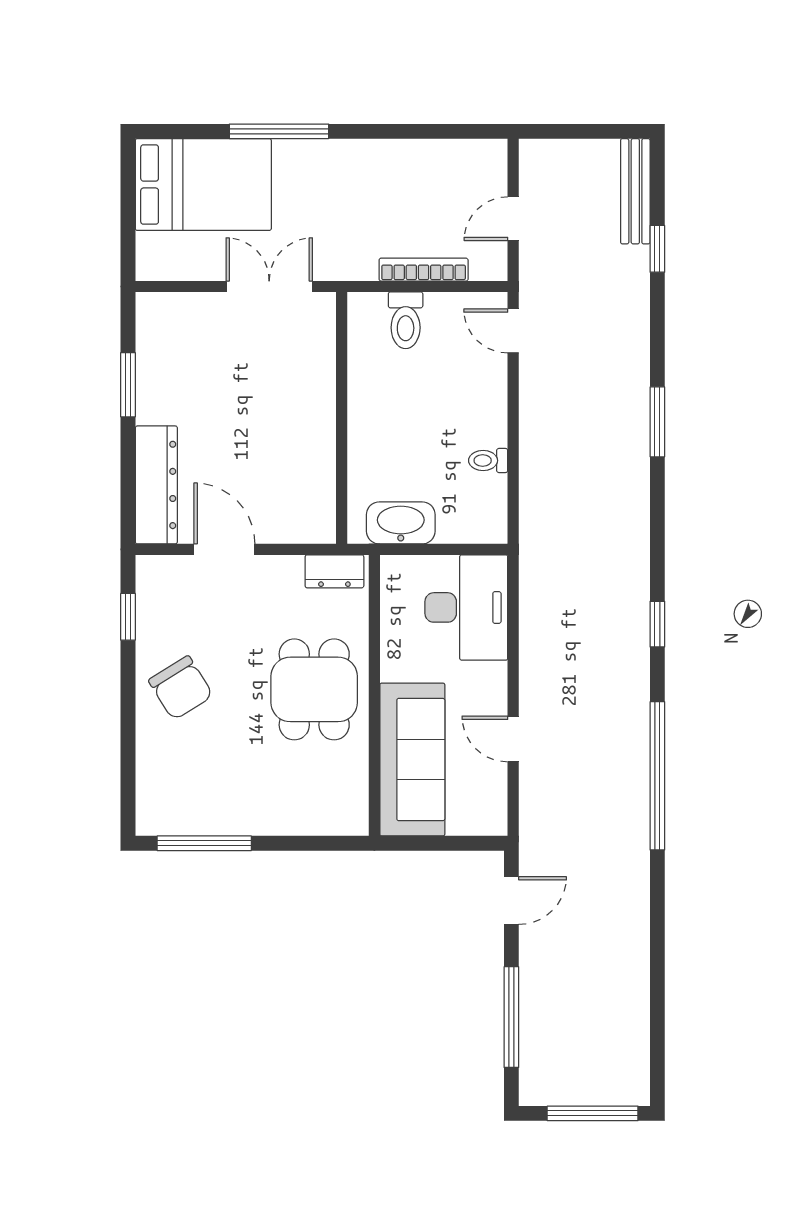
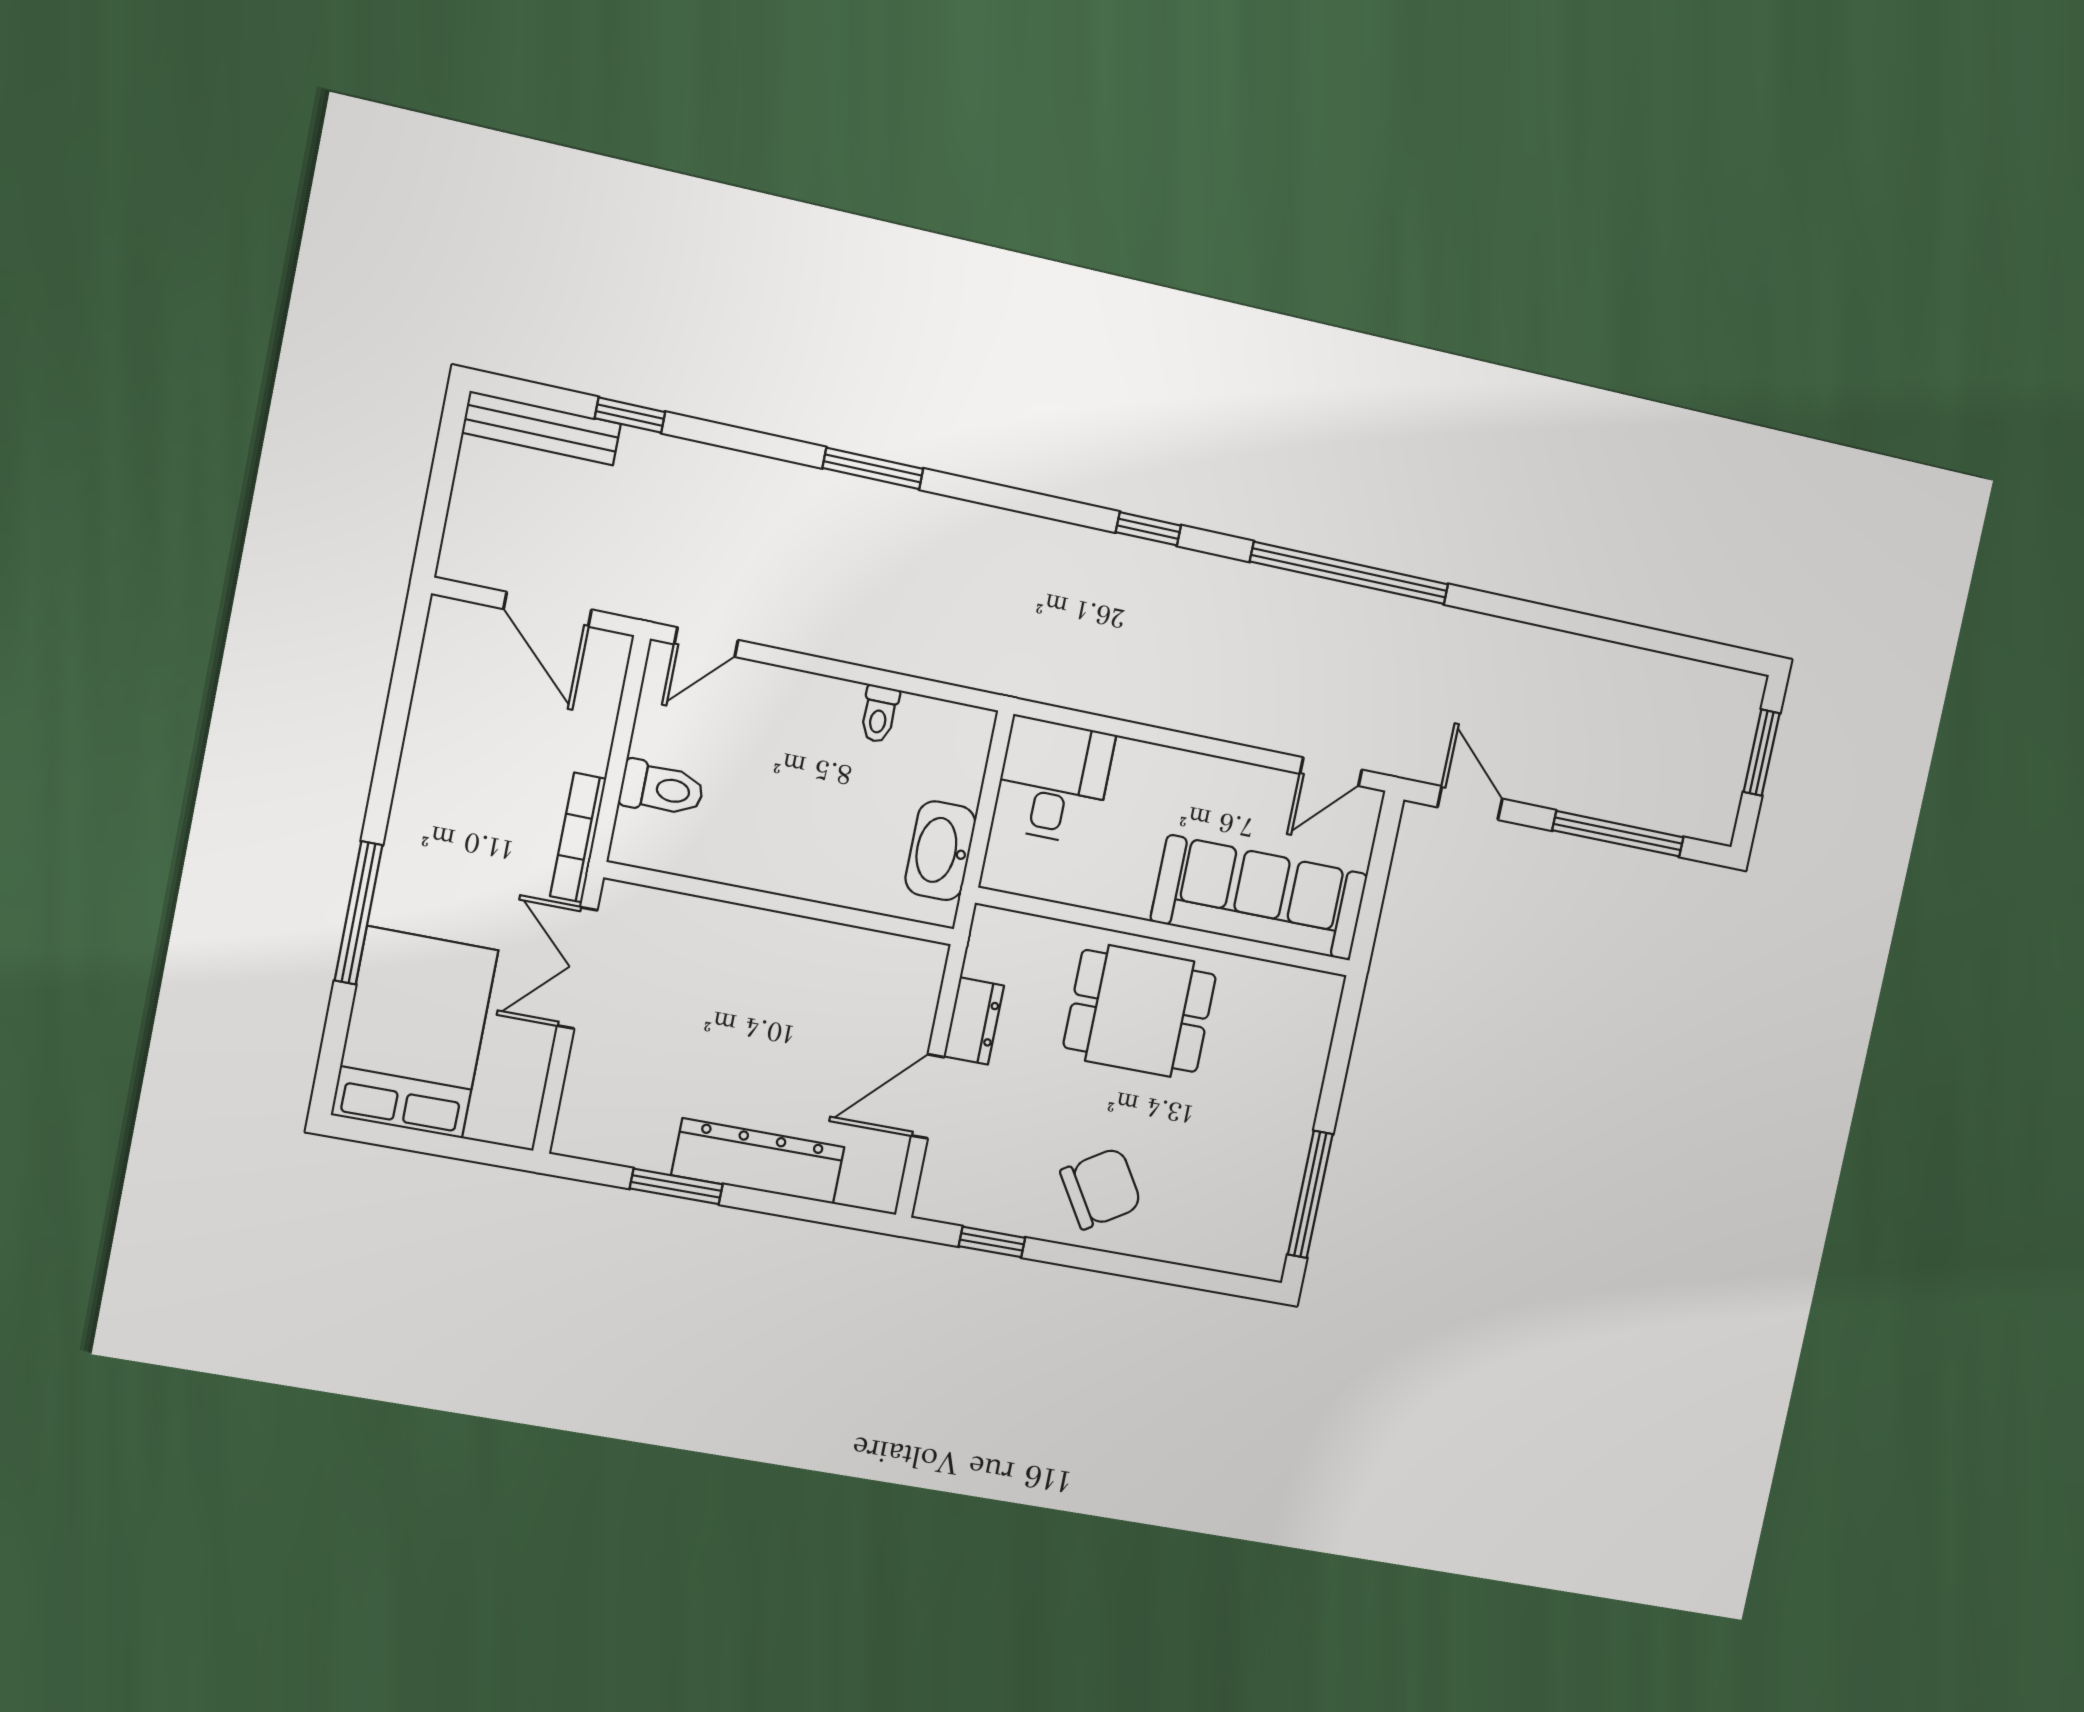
door: (513, 219) -> (548, 609), width x1.38
bookcase: (424, 270) -> (578, 838), moved
dresser: (156, 485) -> (758, 1161), moved
dresser: (334, 571) -> (974, 1021), moved
desk: (466, 607) -> (1054, 781), width x0.73
door: (513, 739) -> (1331, 772), moved
window: (593, 1113) -> (1762, 753), width x0.69

